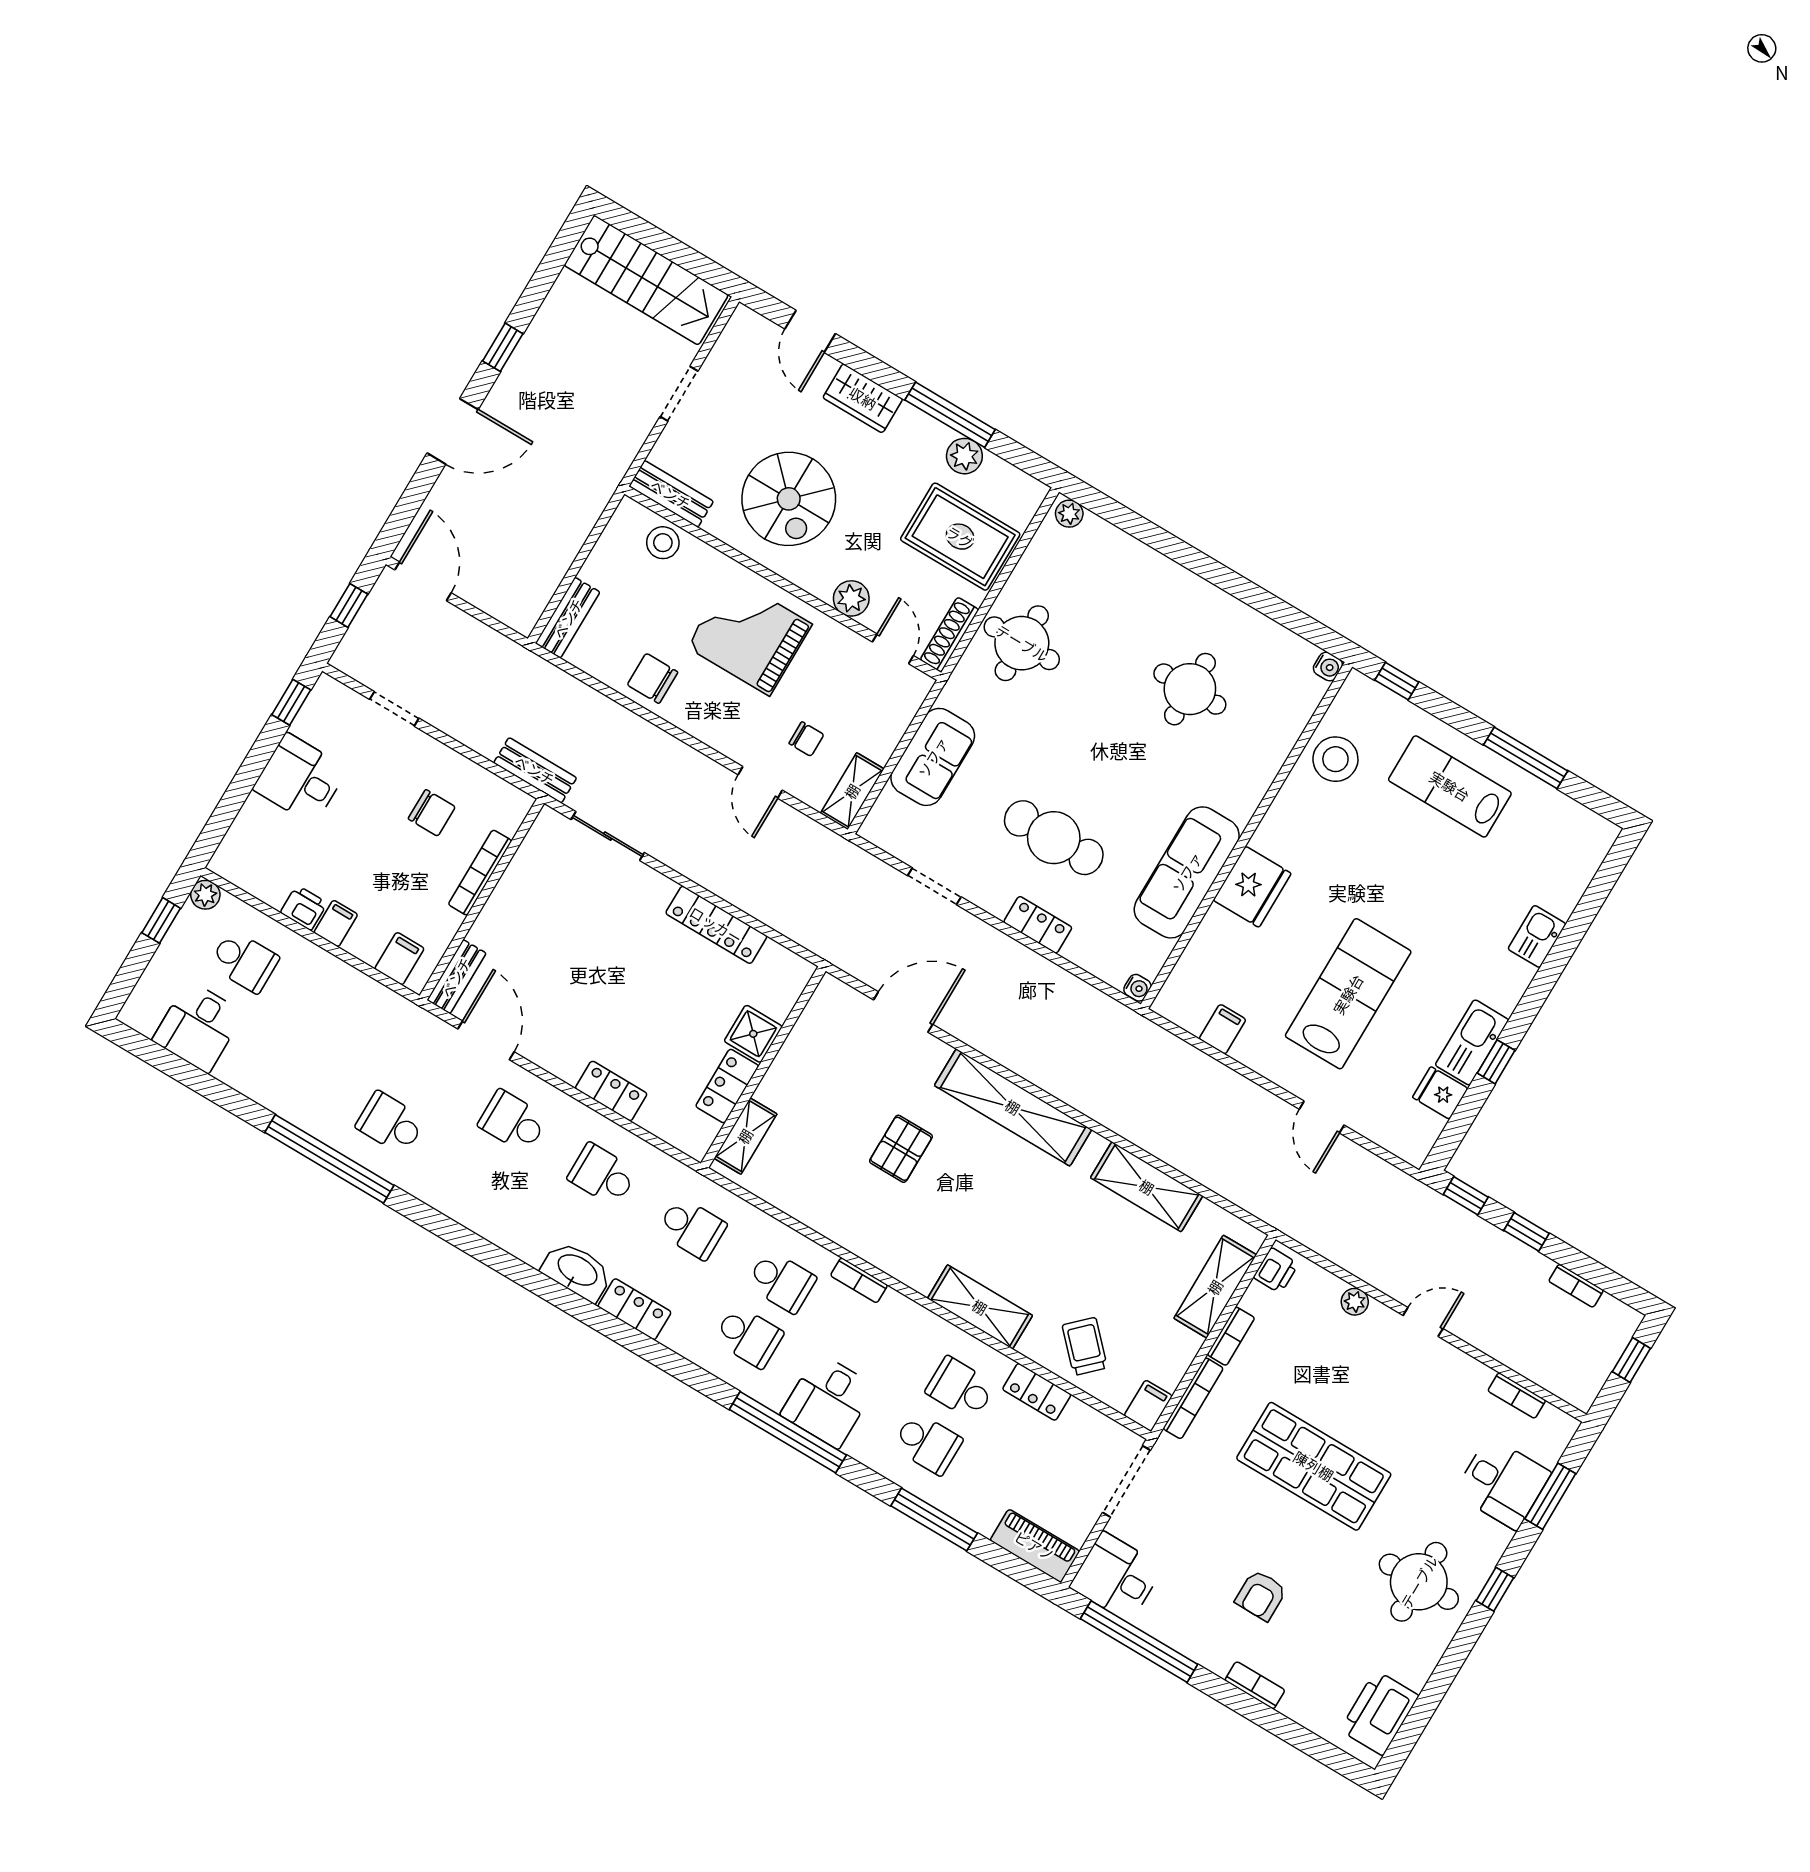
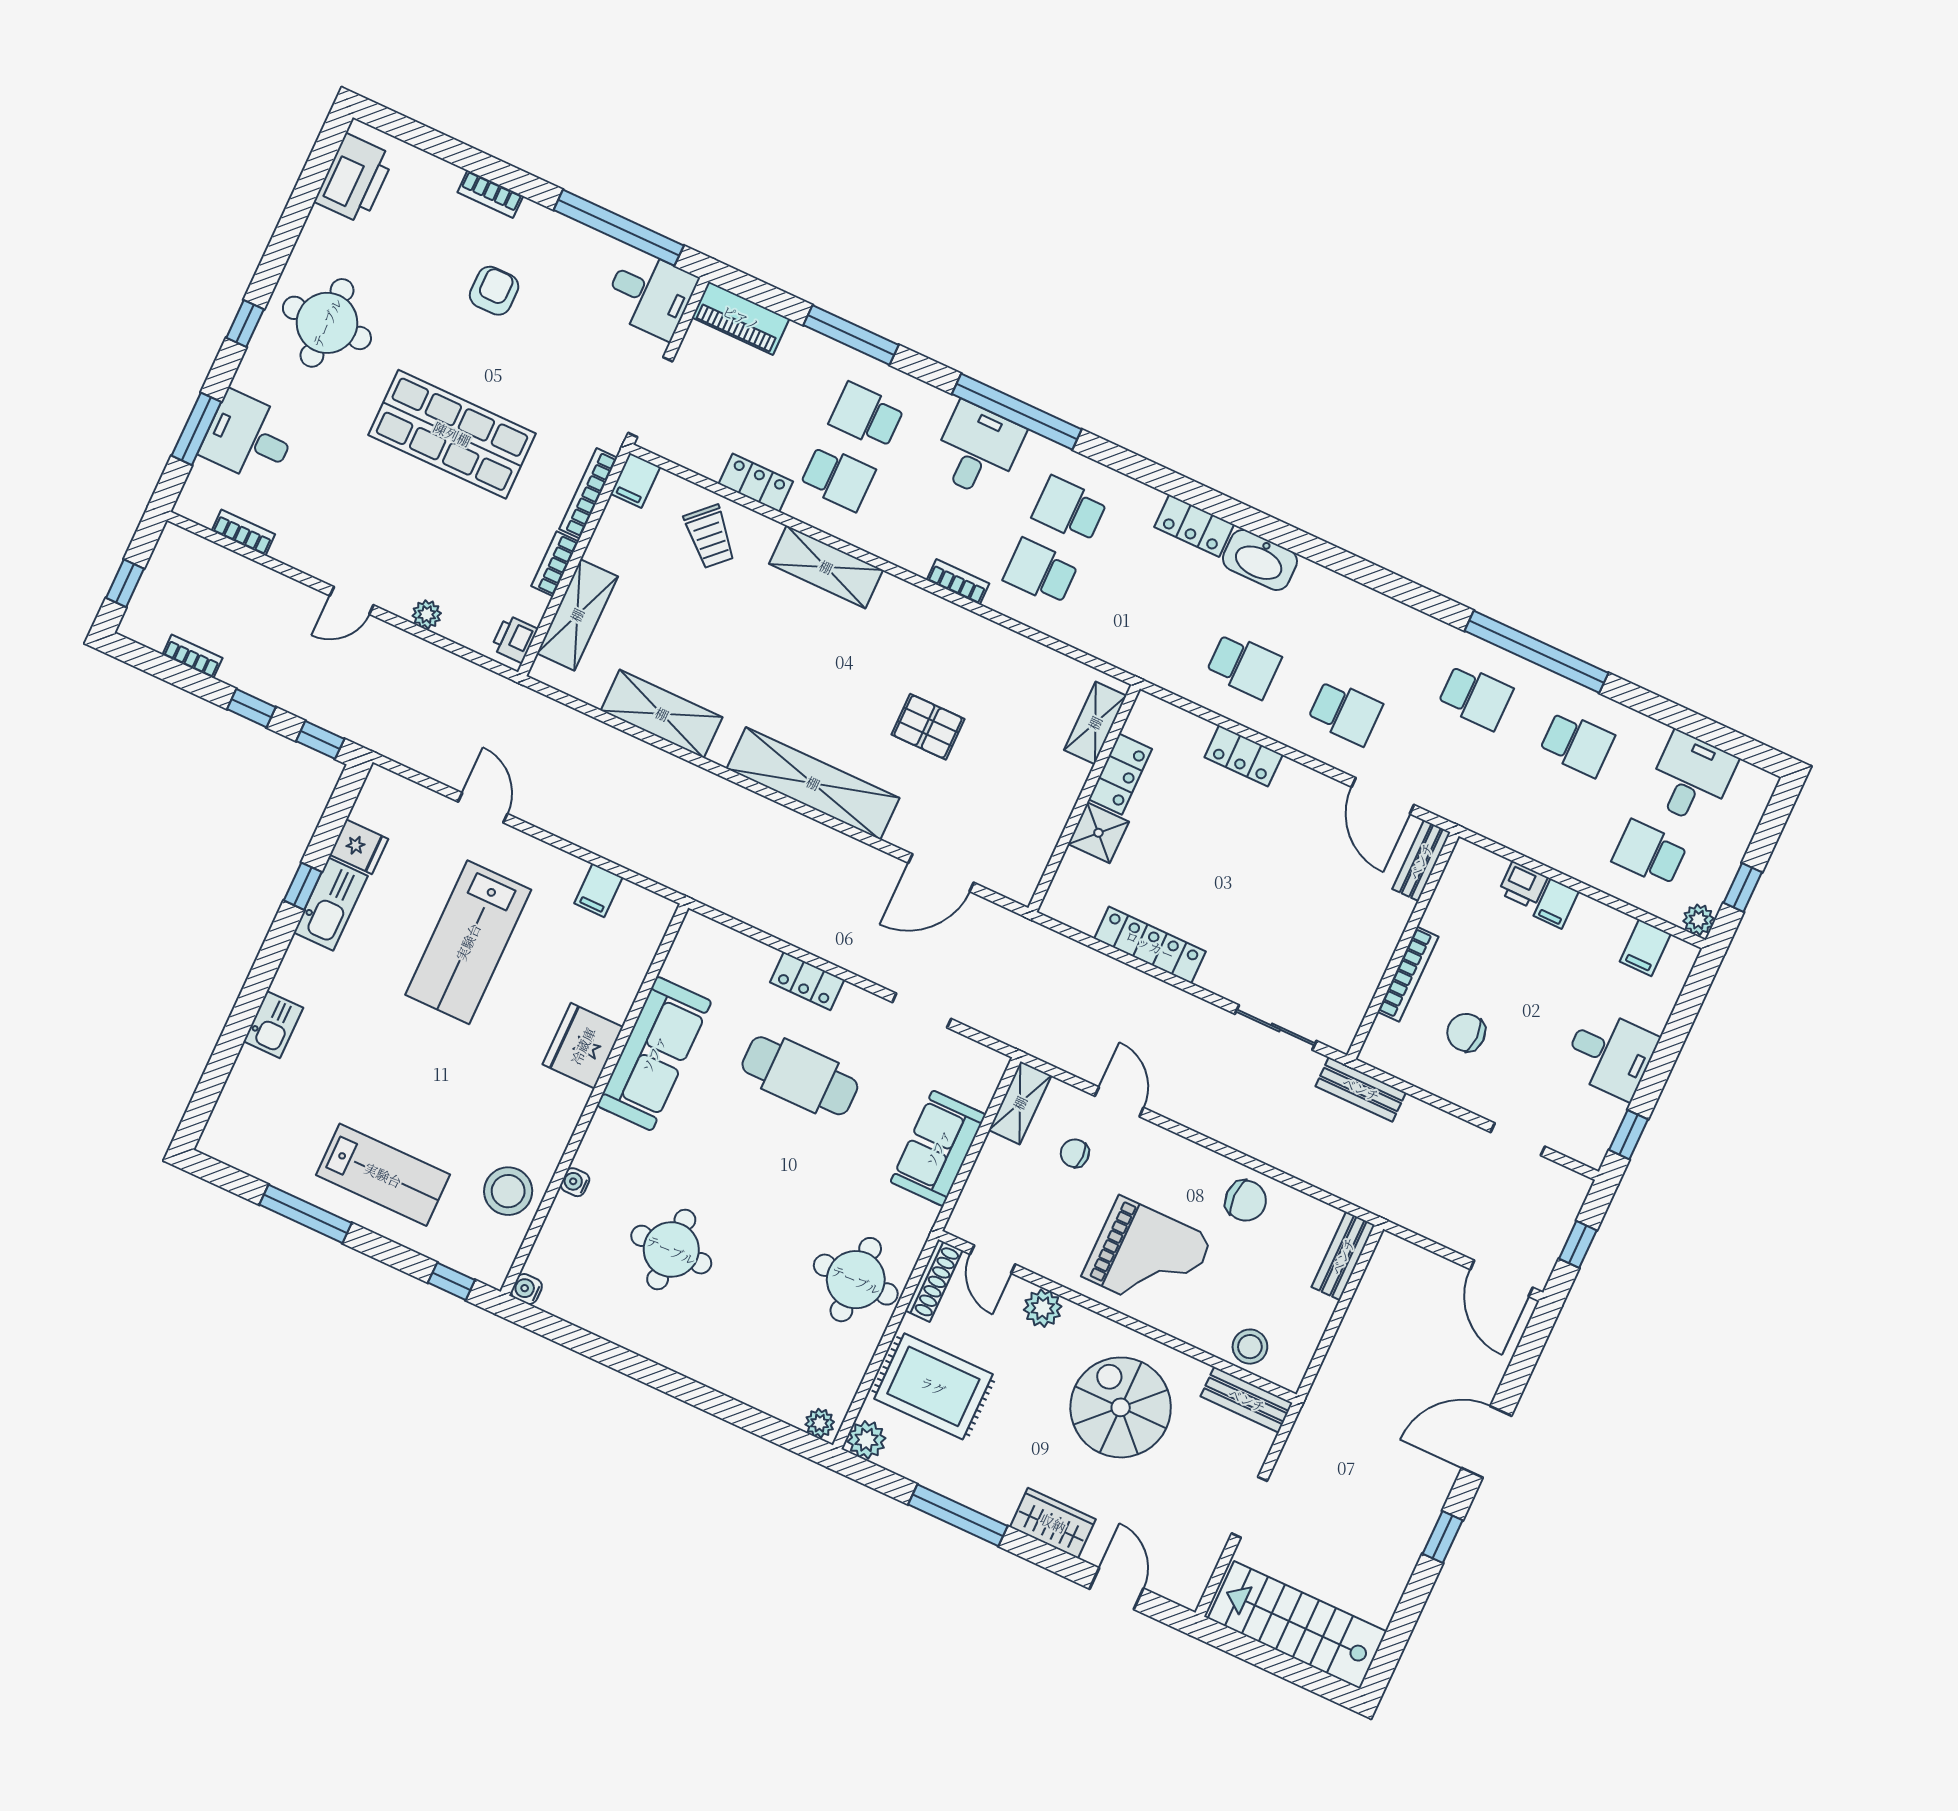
plant: (964, 456) -> (867, 1440), moved
printer: (304, 908) -> (1523, 885), moved
filing cabinet: (399, 959) -> (1645, 948), moved
water cooler: (1137, 988) -> (575, 1182), moved
pallet: (901, 1149) -> (928, 727), turned 90
school desk: (692, 1228) -> (1577, 744), moved, turned 180

